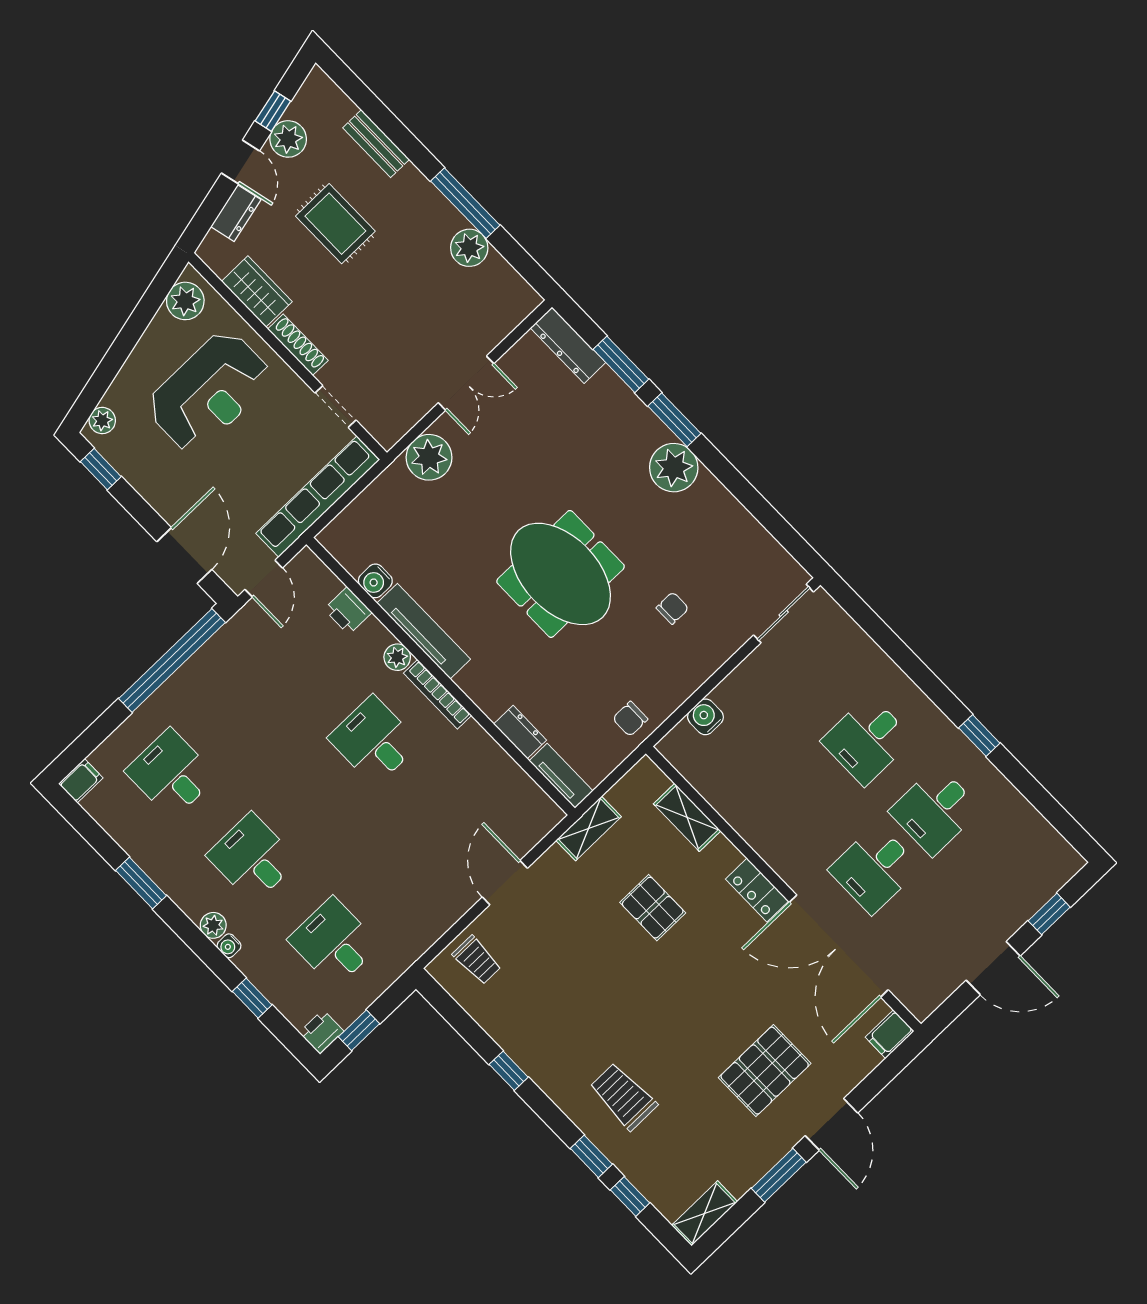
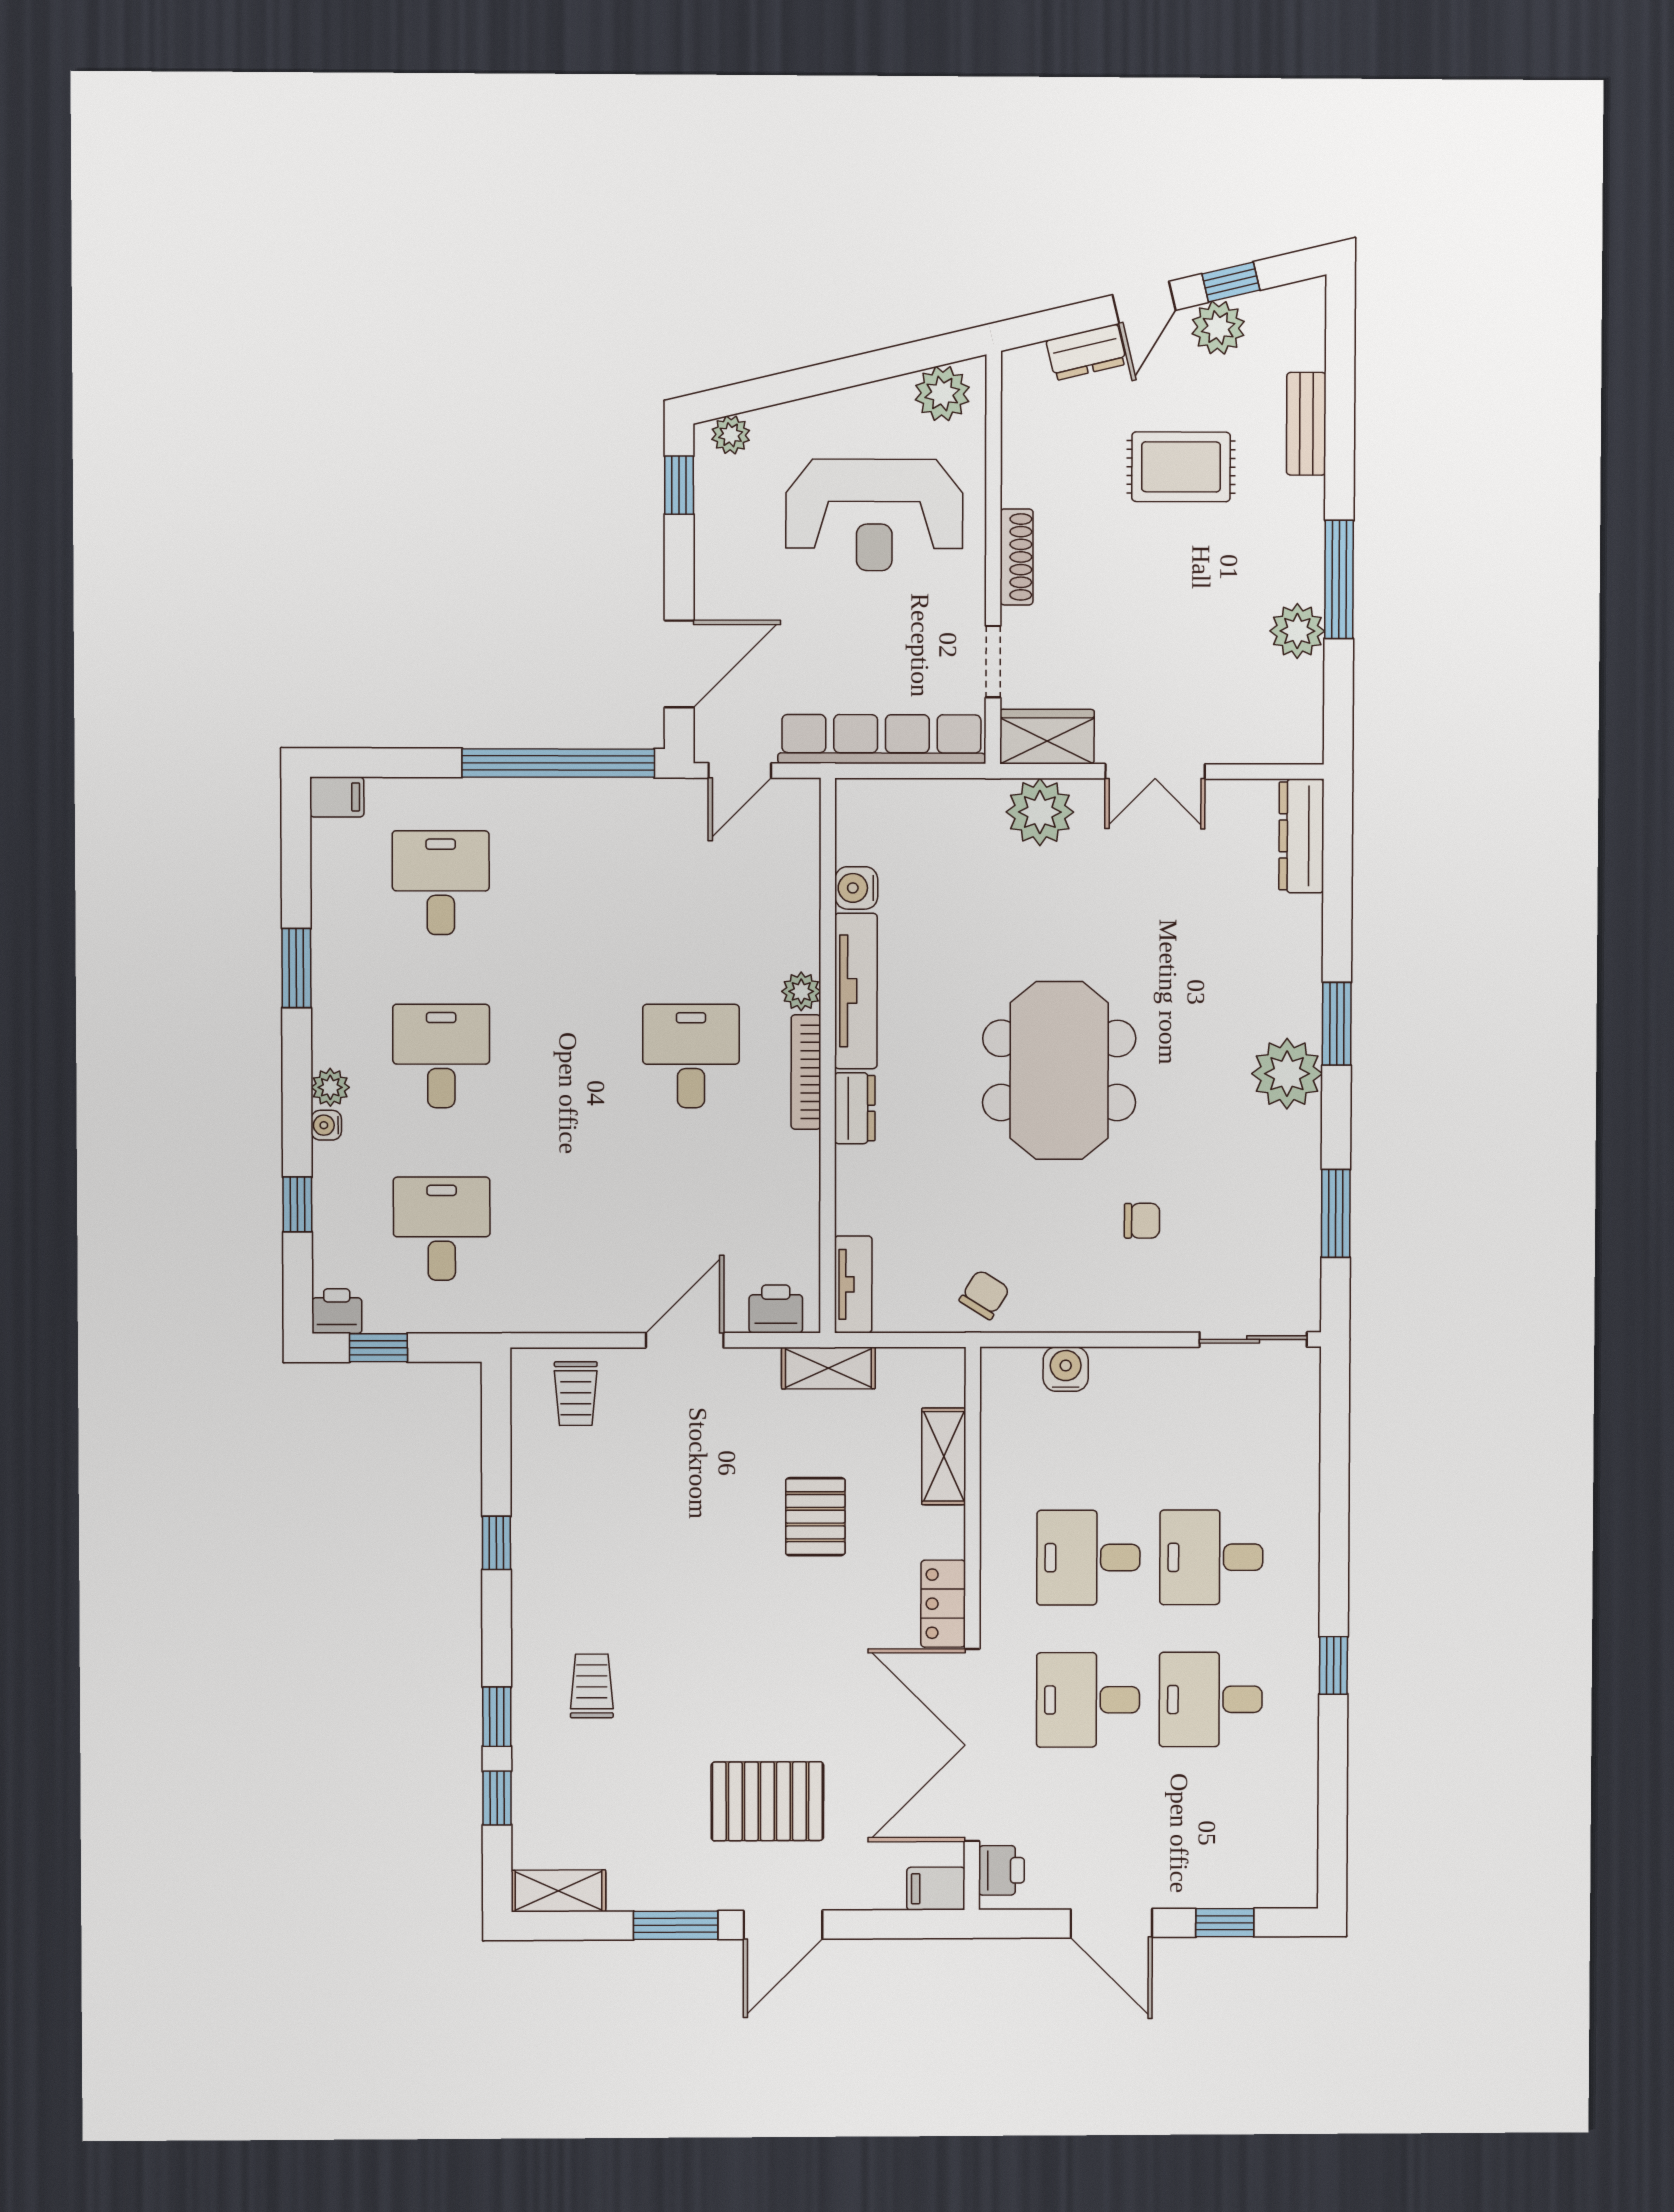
rug: (335, 224) -> (1181, 467), turned 90
wardrobe: (257, 291) -> (1047, 737), moved, turned -90
window: (621, 364) -> (1336, 1213), moved
printer: (348, 611) -> (776, 1309), moved, turned 90
chair: (630, 719) -> (984, 1295), turned 122
dresser: (520, 732) -> (855, 1108), moved
desk: (807, 799) -> (1088, 1558), added
printer: (913, 994) -> (1002, 1870), added
trolley: (623, 1096) -> (592, 1686), width x0.73, depth x0.72

